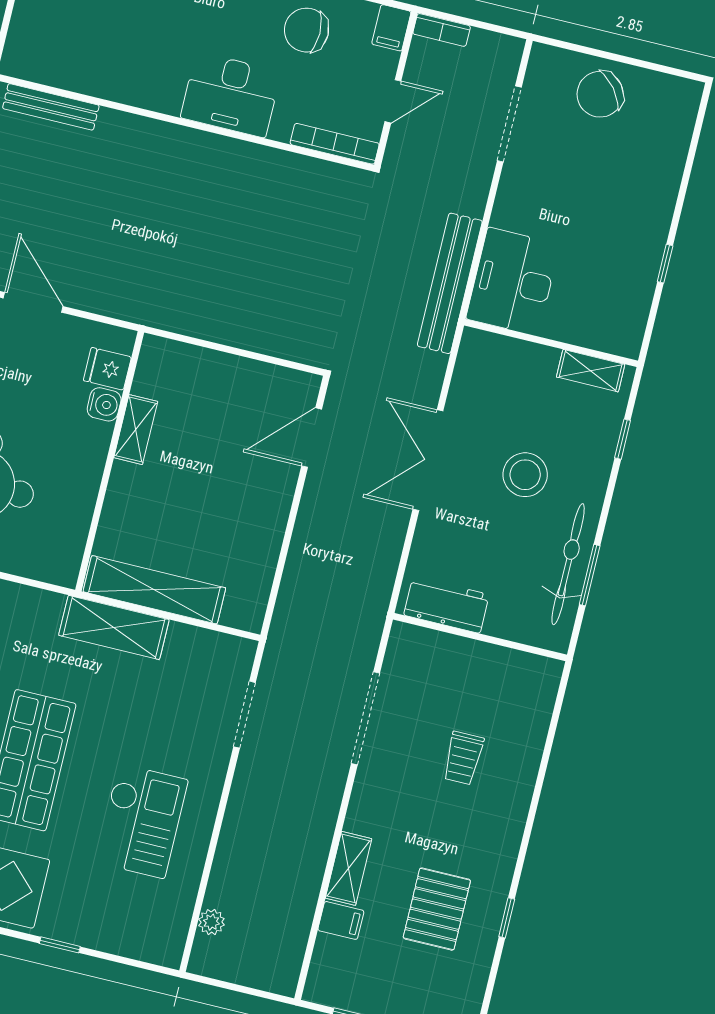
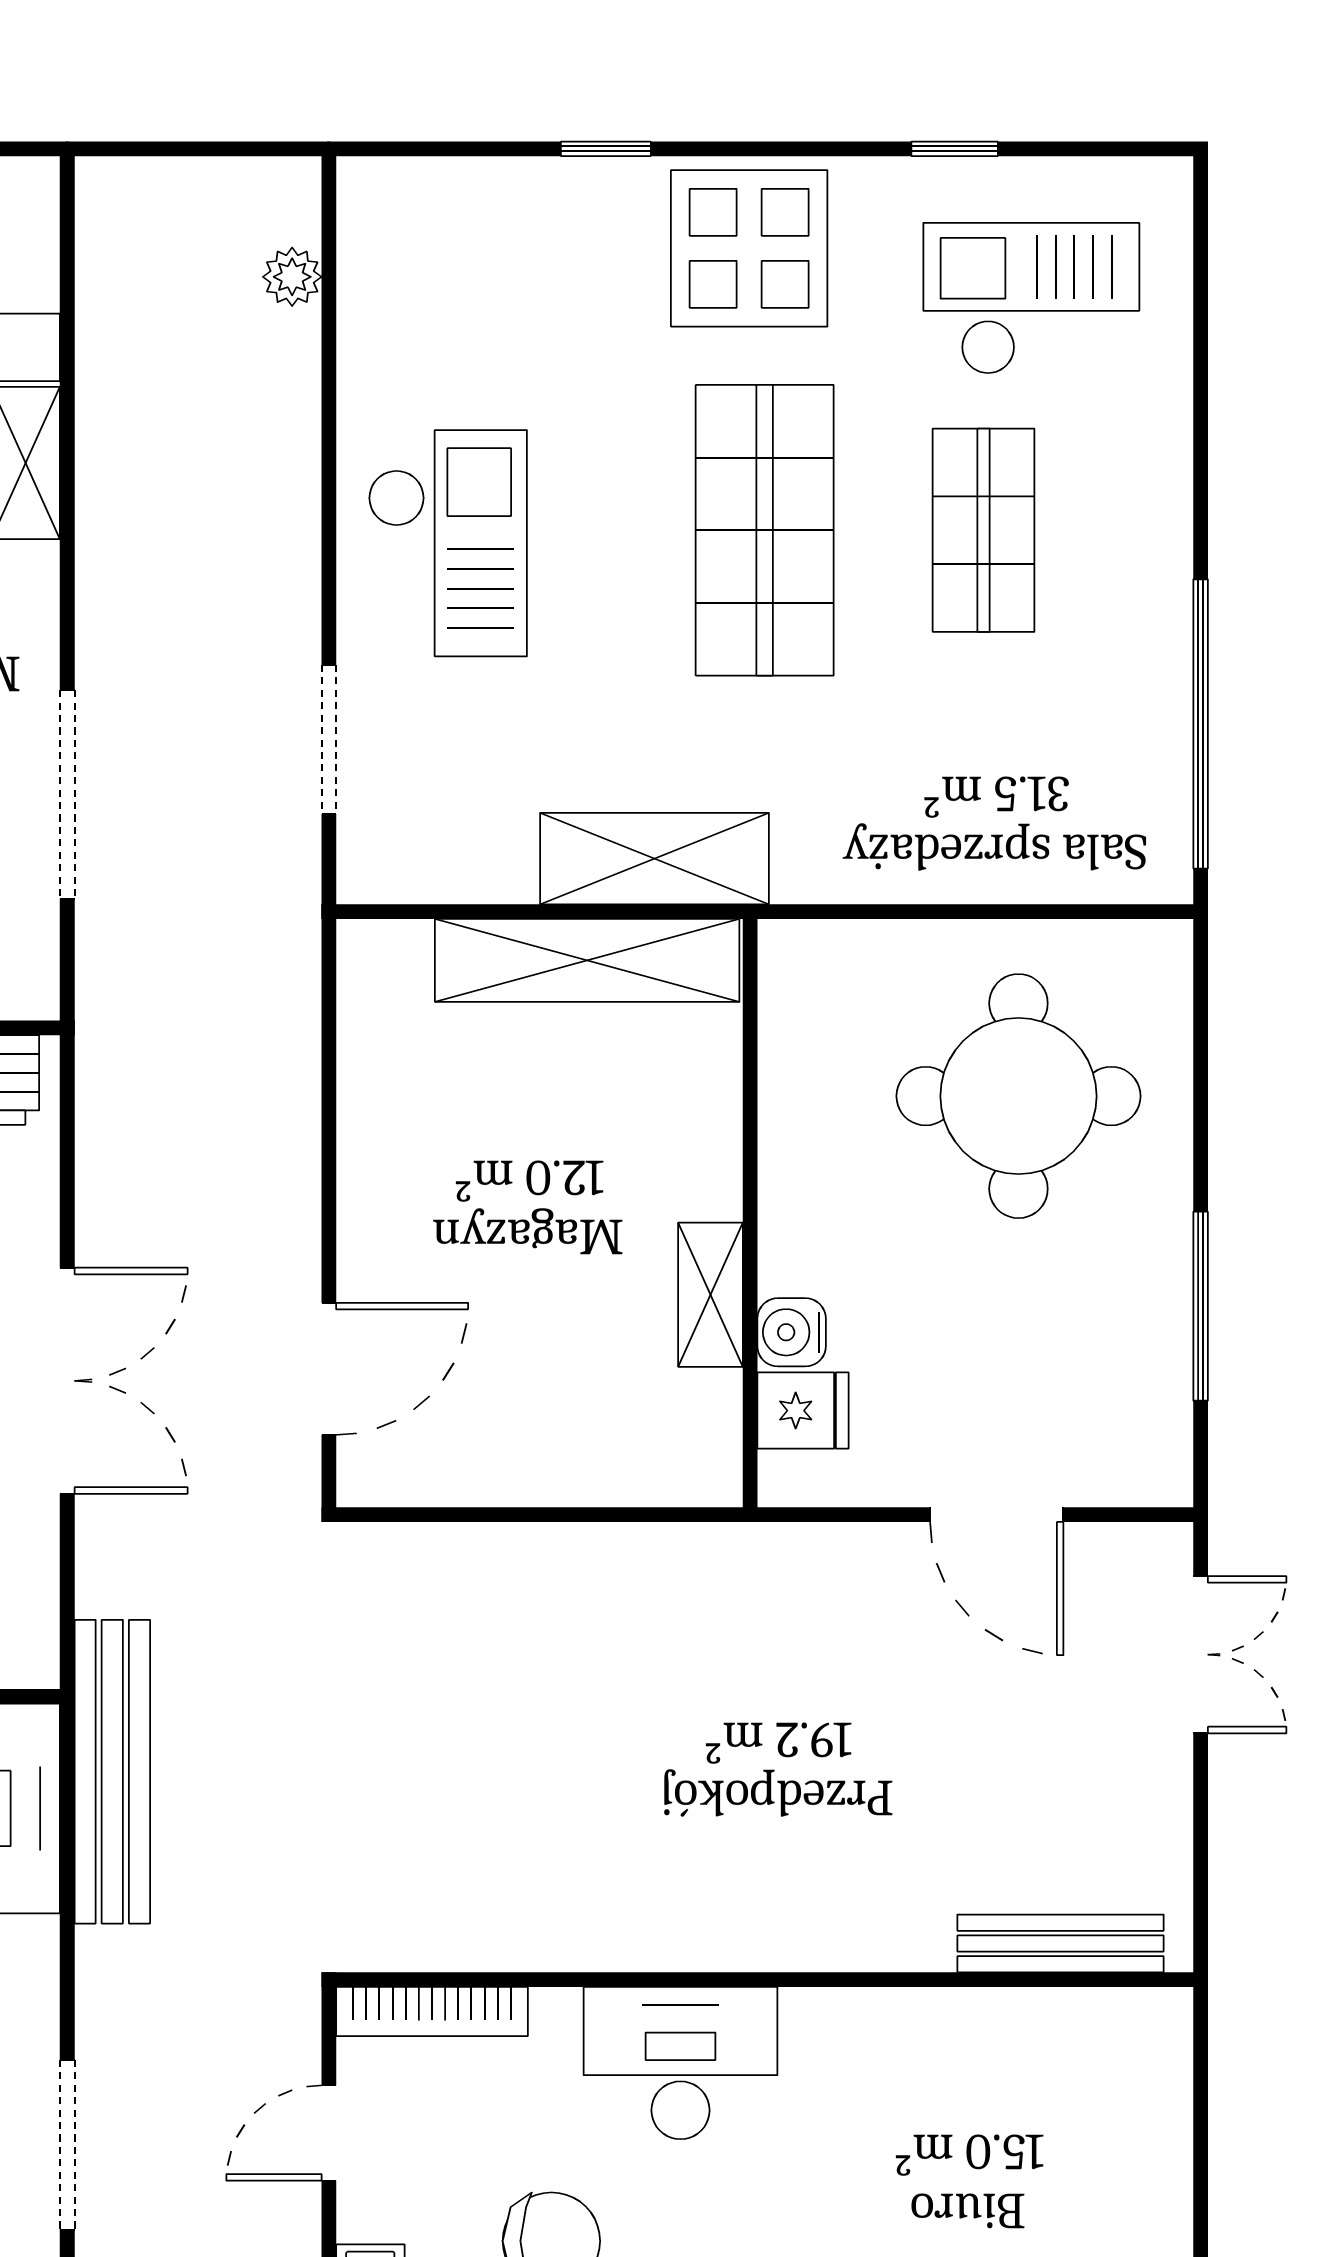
checkout: (141, 821) -> (447, 543), moved, turned 180

